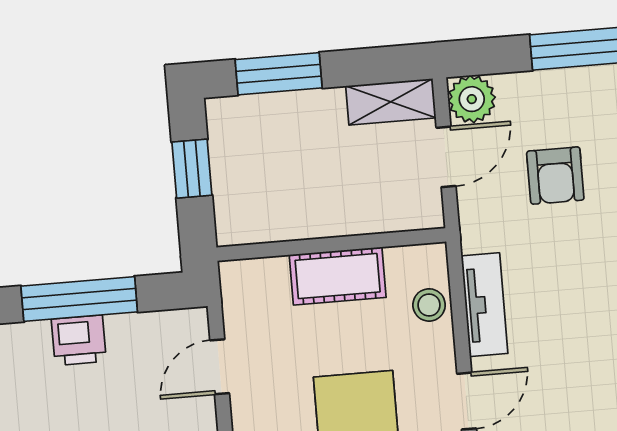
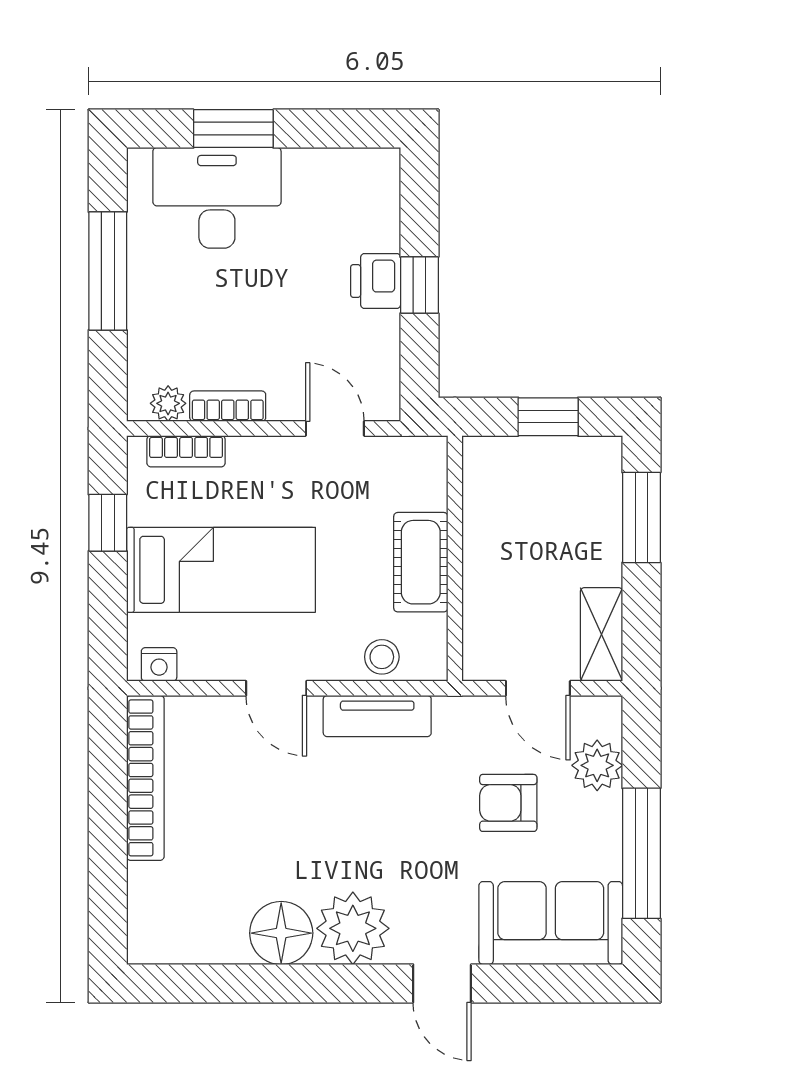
plant: (472, 99) -> (597, 765), moved
window: (79, 299) -> (419, 285), width x0.46

